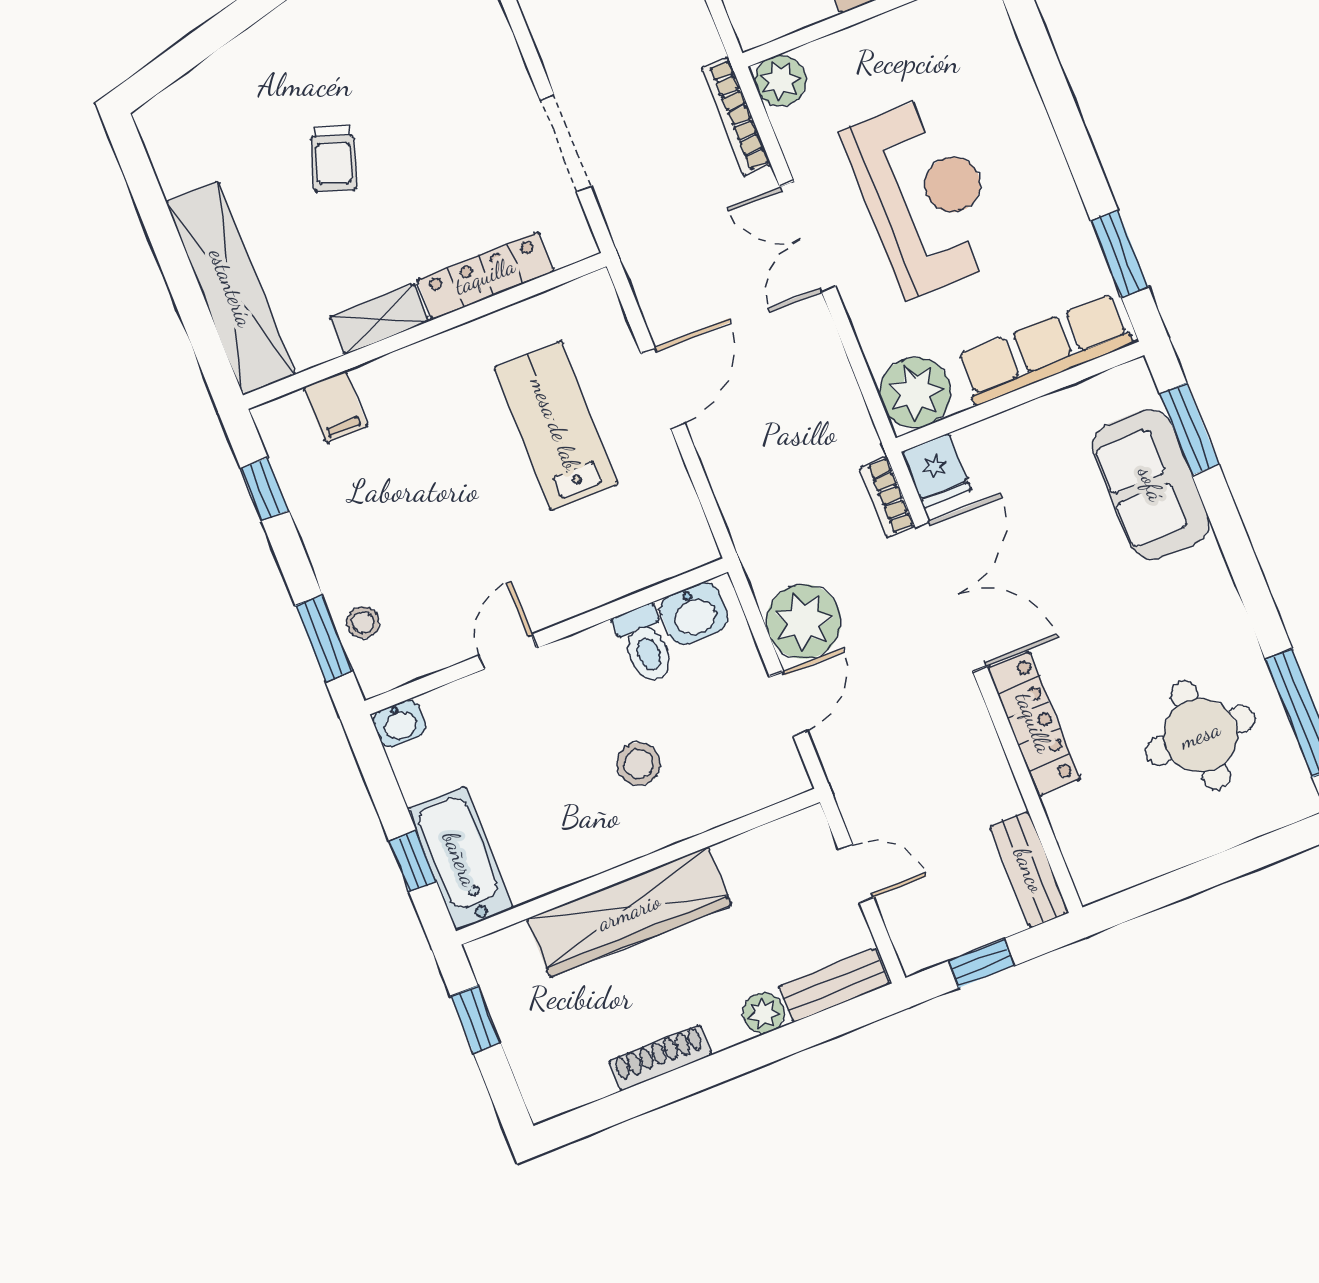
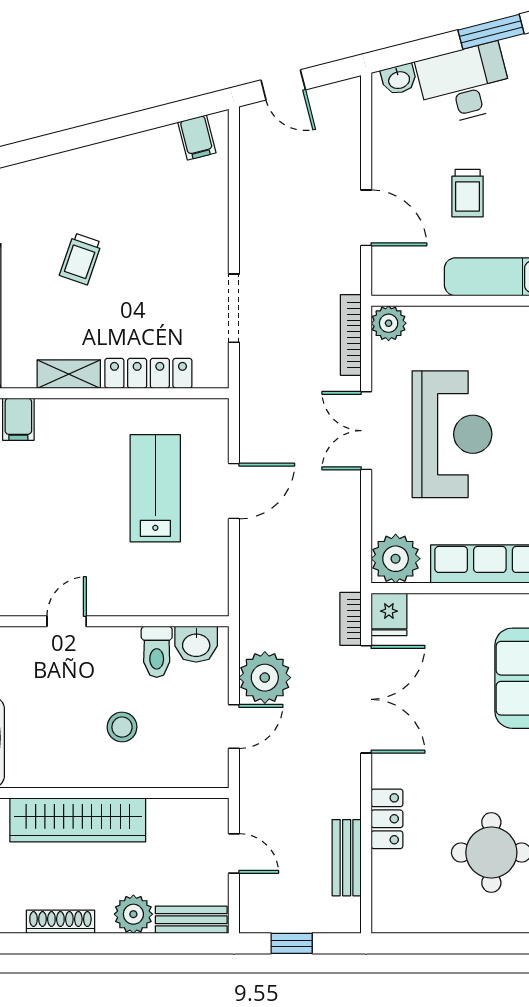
locker: (1034, 723) -> (387, 819), width x0.66
bench: (1029, 870) -> (347, 858), moved
plant: (764, 1013) -> (133, 914), width x1.38, depth x1.38

